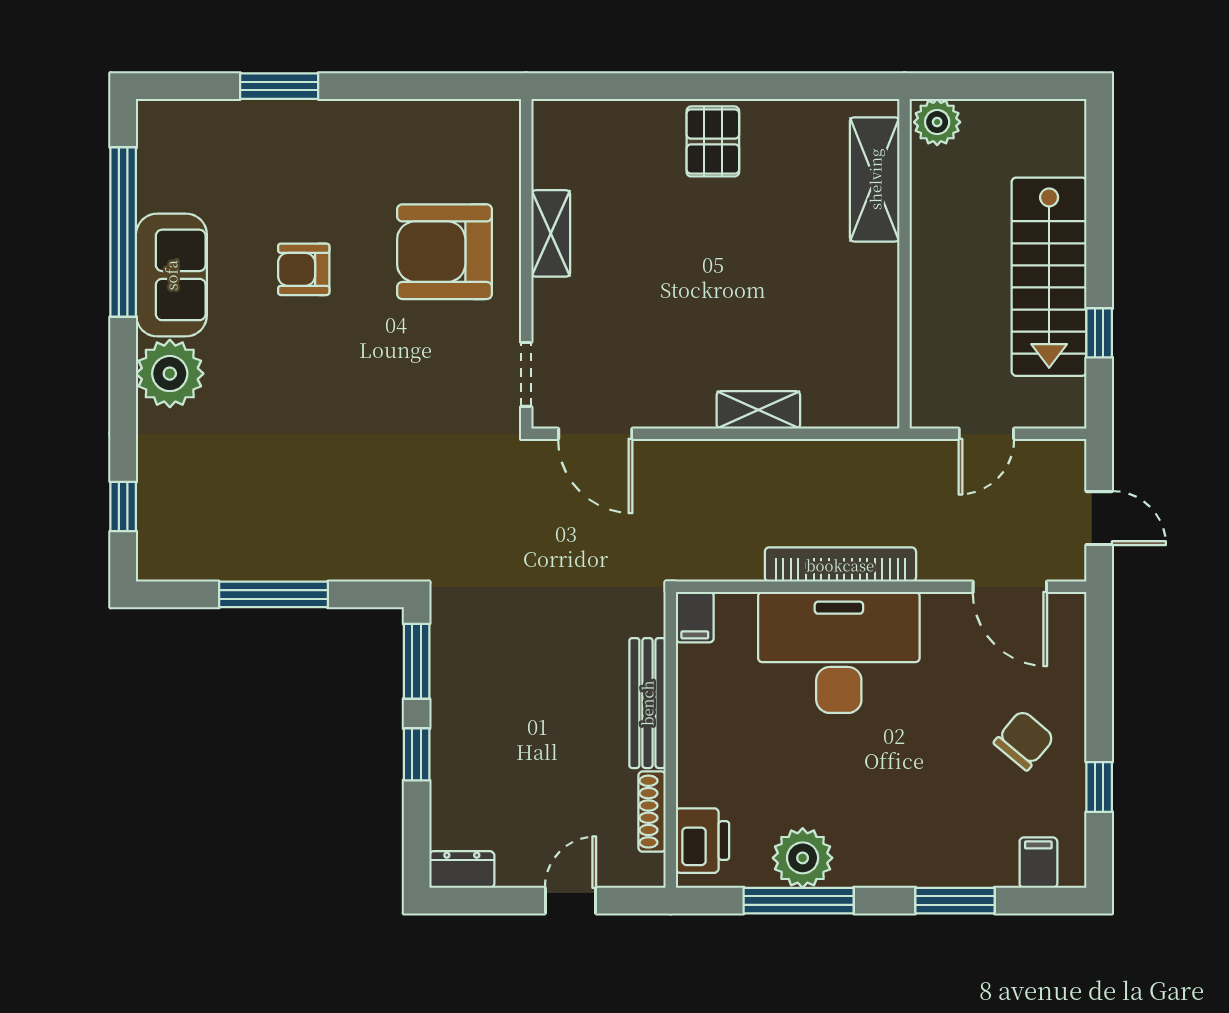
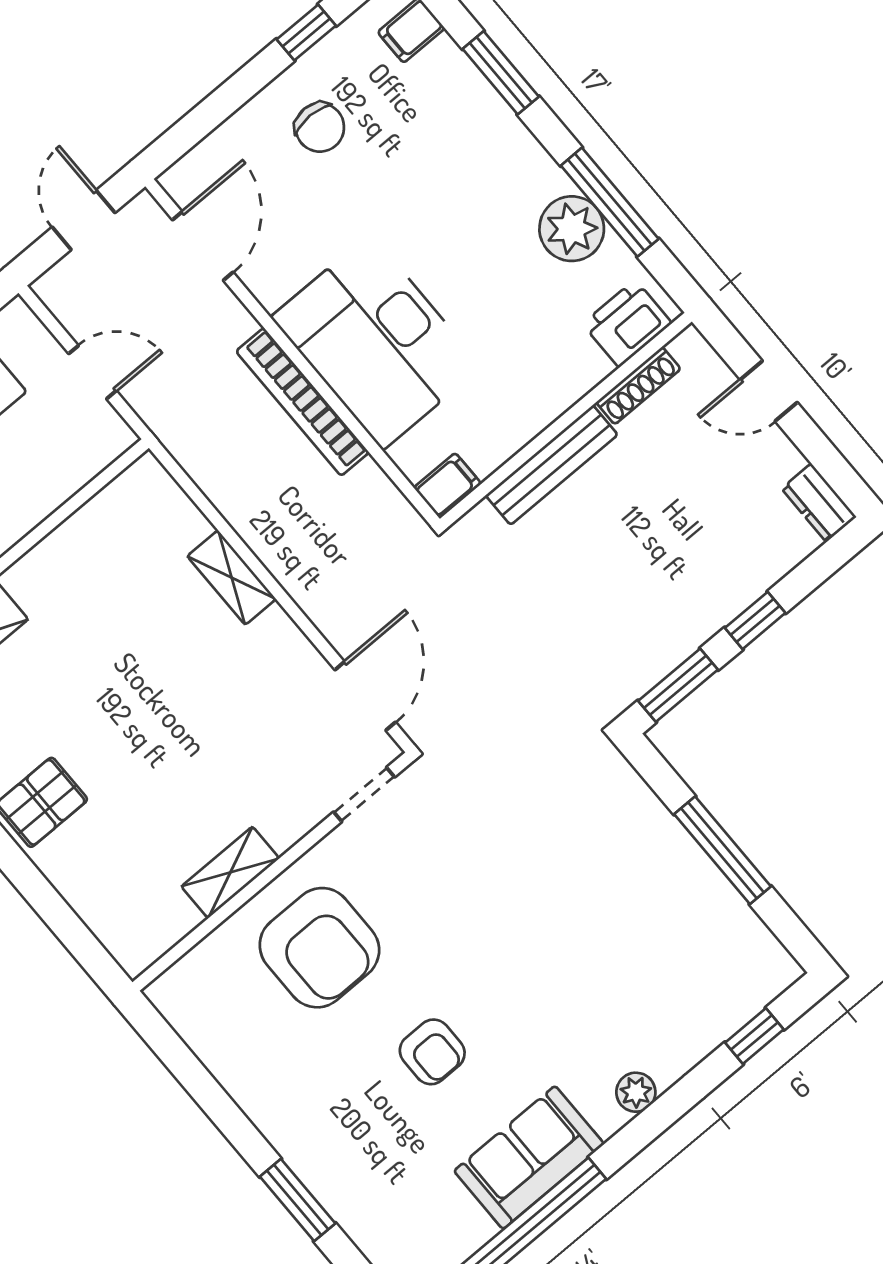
plant: (170, 374) -> (636, 1092), width x0.53, depth x0.53
chair: (1024, 740) -> (320, 127), turned -130

